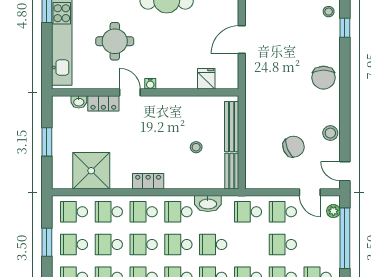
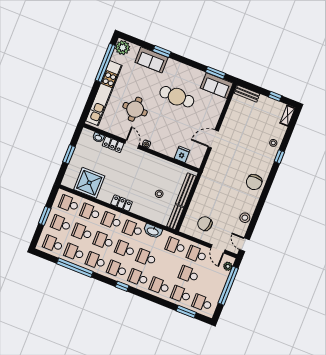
chair: (294, 147) -> (205, 224), moved, turned -146

